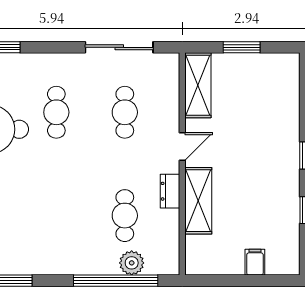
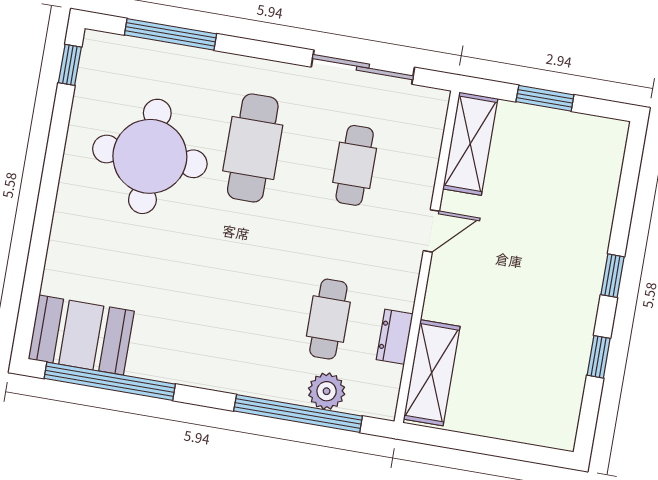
cafe table: (56, 112) -> (253, 148), width x1.37, depth x1.35
dresser: (170, 191) -> (395, 337), moved
shelving: (198, 201) -> (432, 373), moved
filing cabinet: (255, 262) -> (510, 421), removed

